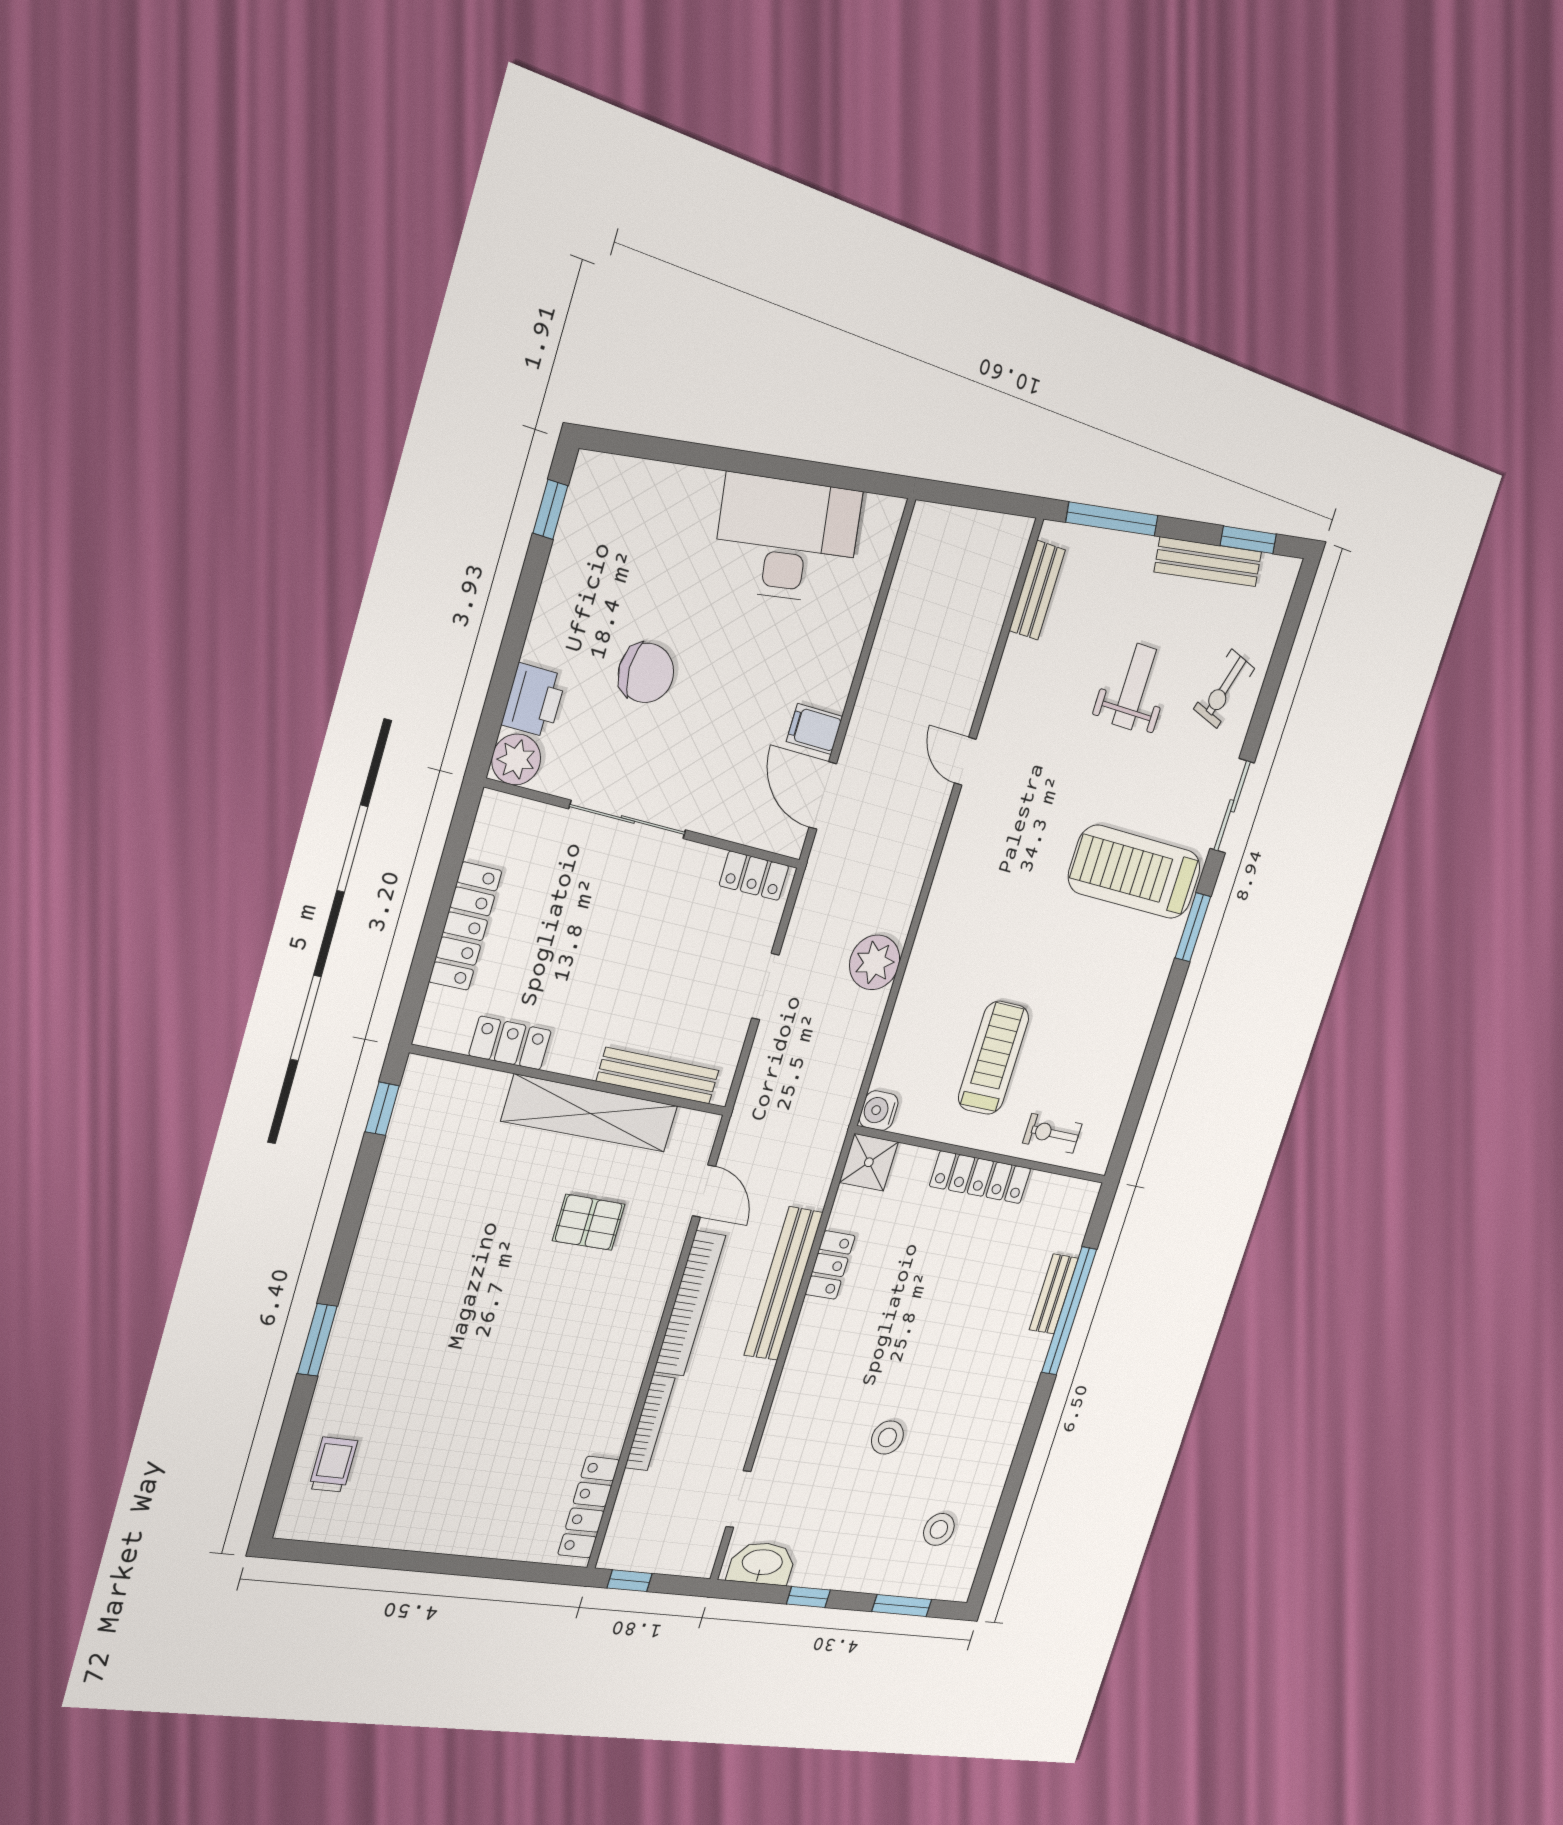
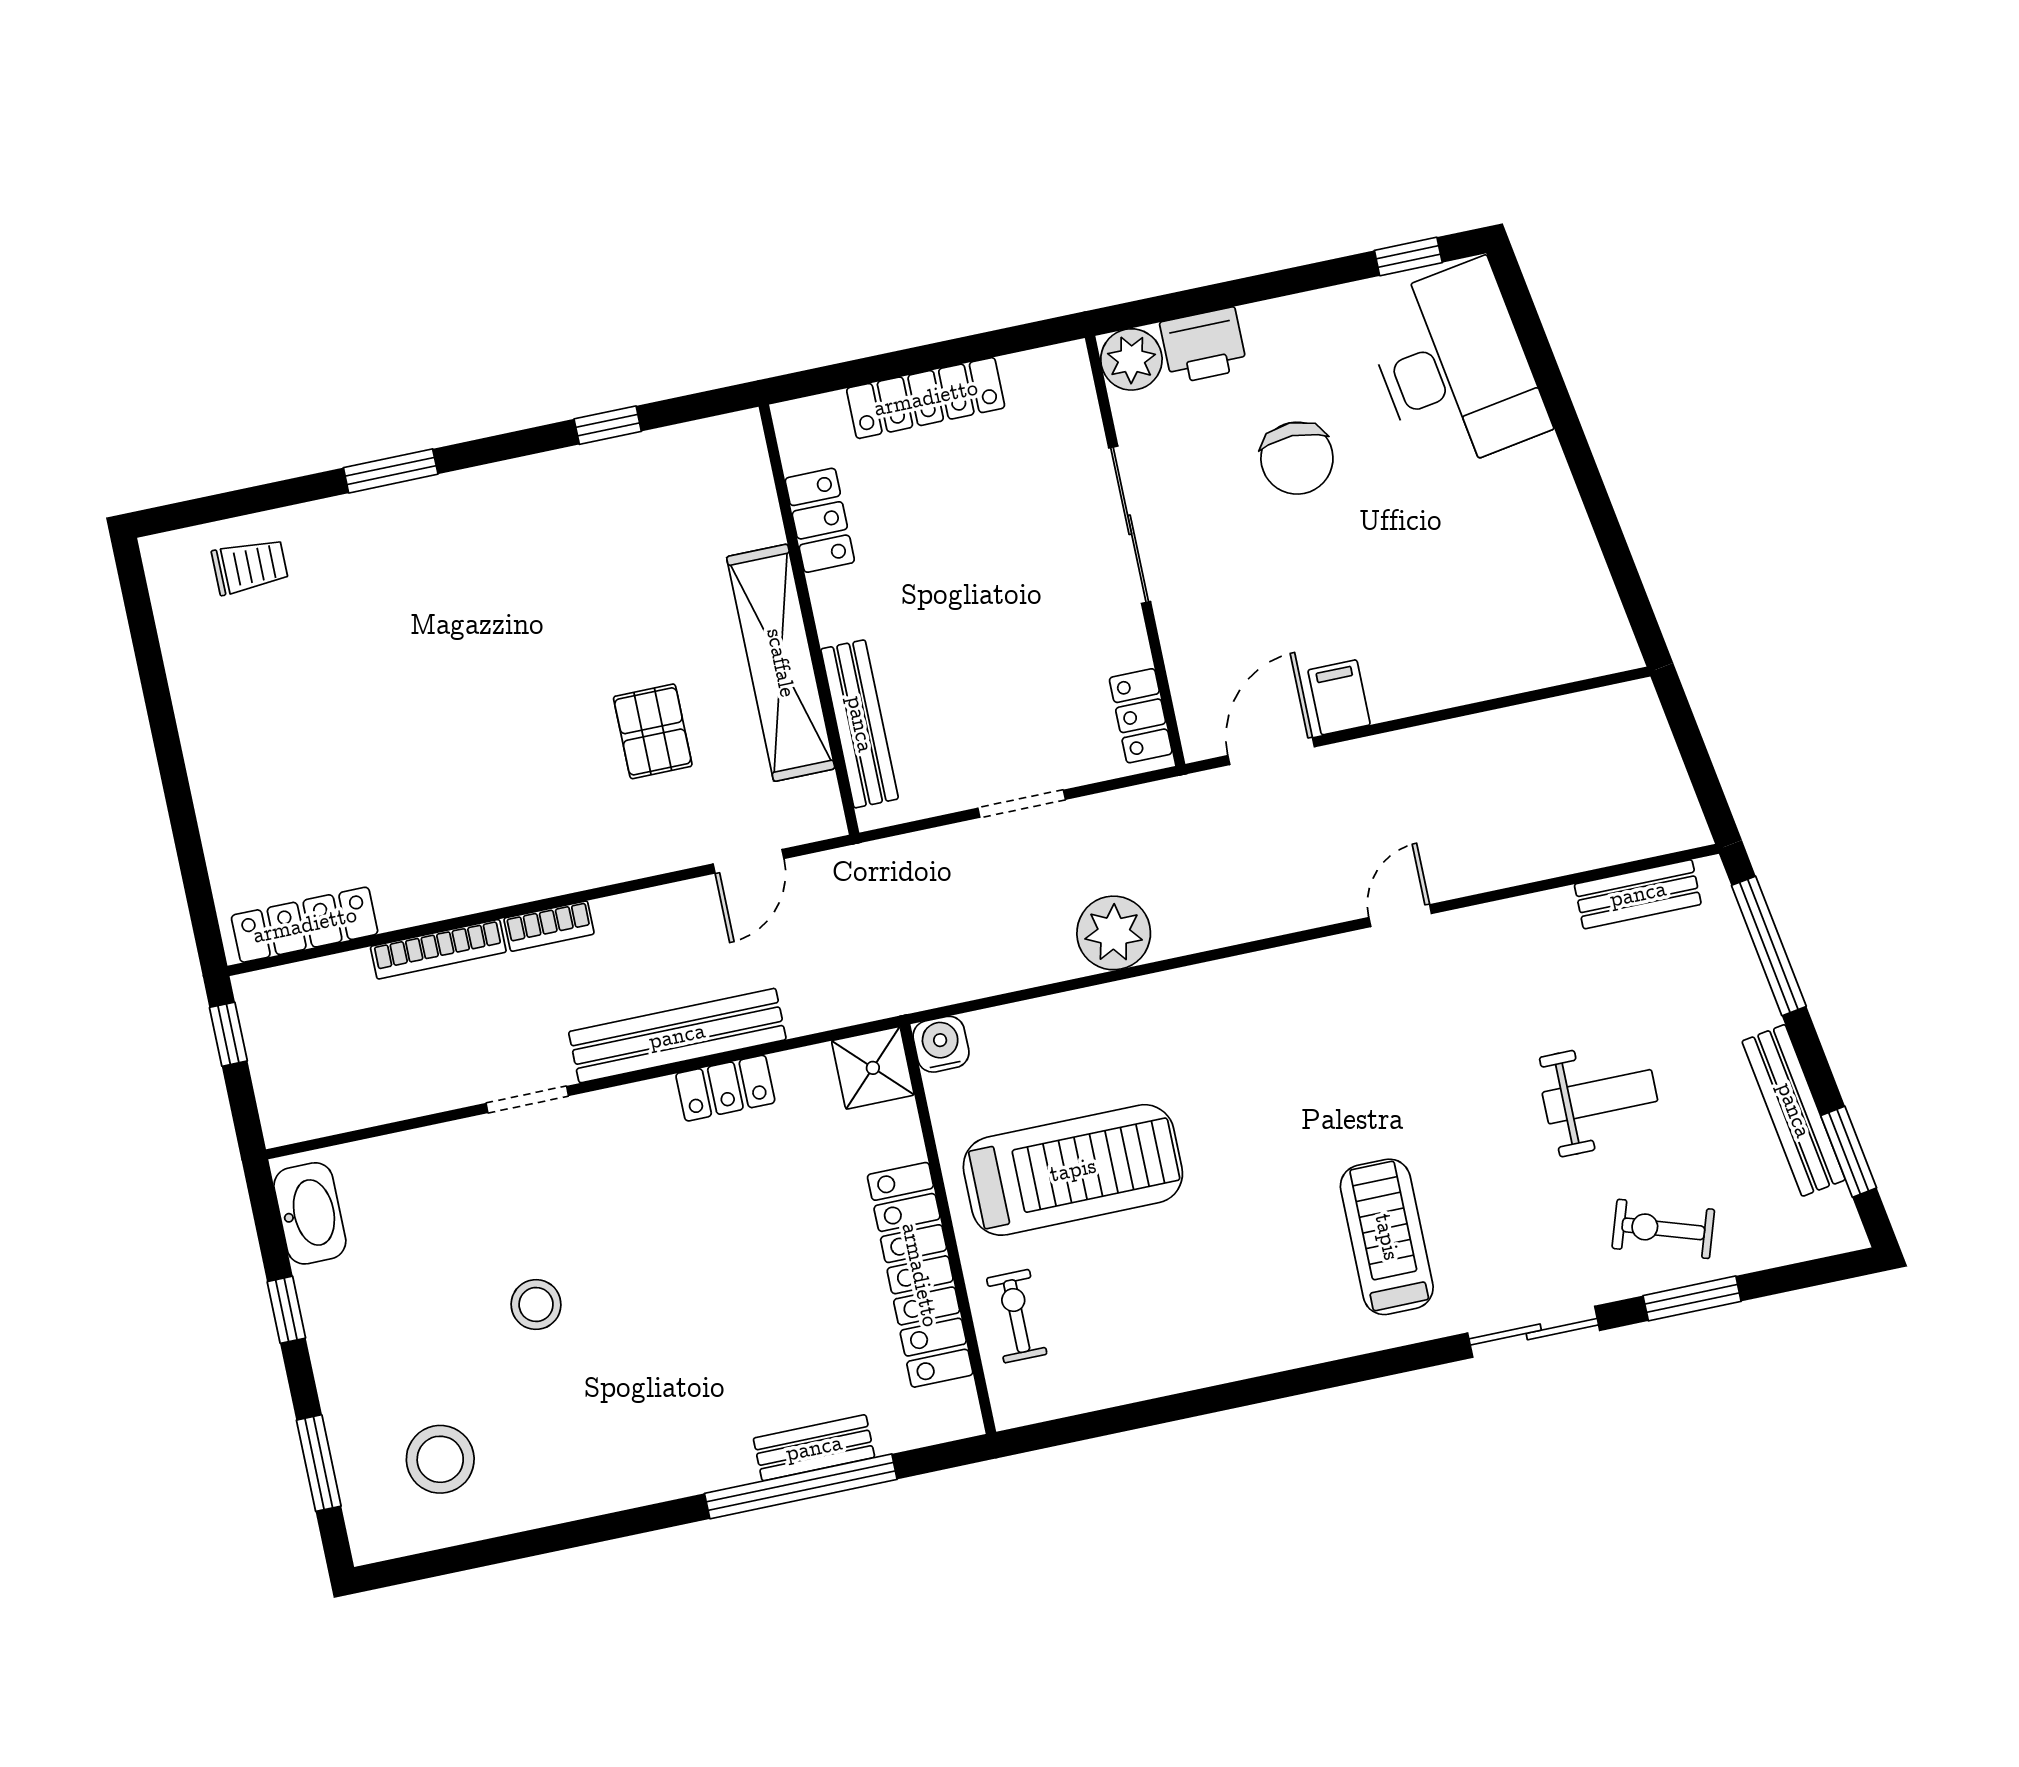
desk: (787, 539) -> (1455, 367), moved
treadmill: (1135, 872) -> (1387, 1237), width x0.73, depth x0.73
window: (1193, 927) -> (1692, 1298), moved
treadmill: (994, 1058) -> (1073, 1170), width x1.37, depth x1.37
window: (382, 1109) -> (608, 425), moved
locker: (980, 1177) -> (920, 1275), width x1.41, depth x1.21
bookcase: (690, 1304) -> (549, 926), width x0.43, depth x0.76
doorway: (738, 1499) -> (527, 1099), moved
stool: (939, 1529) -> (440, 1459), width x1.38, depth x1.38

